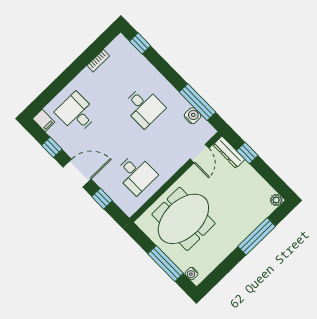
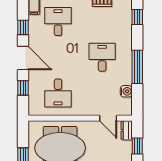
window: (197, 102) -> (137, 67), moved
desk: (144, 107) -> (102, 57), turned 180
dresser: (229, 152) -> (127, 130), width x0.70
door: (199, 154) -> (108, 118), hinge flipped

